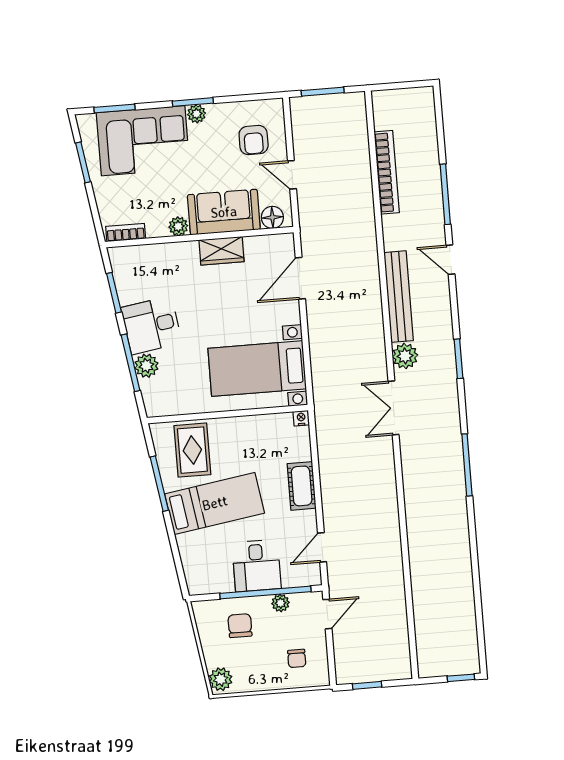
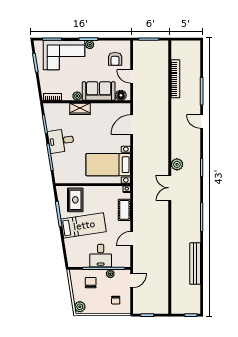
wardrobe: (221, 251) -> (80, 109), moved
bench: (399, 297) -> (195, 264), moved
plant: (146, 366) -> (57, 159), removed
cot: (302, 486) -> (124, 210), moved
door: (322, 547) -> (132, 238), moved

